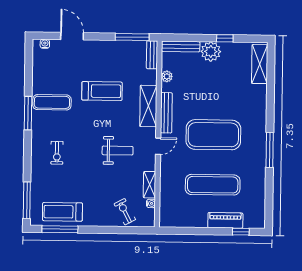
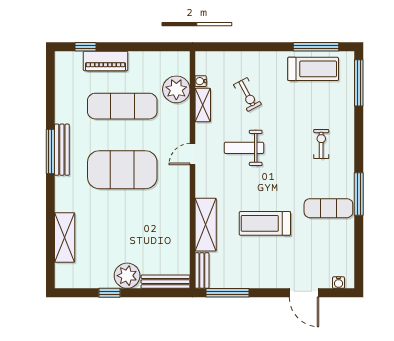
shelving: (260, 64) -> (65, 237), moved
plant: (167, 76) -> (176, 89), moved, width x1.88, depth x1.88
shelving: (148, 106) -> (206, 225), moved
bench: (166, 113) -> (62, 150), moved
exercise bike: (125, 212) -> (248, 95), moved

